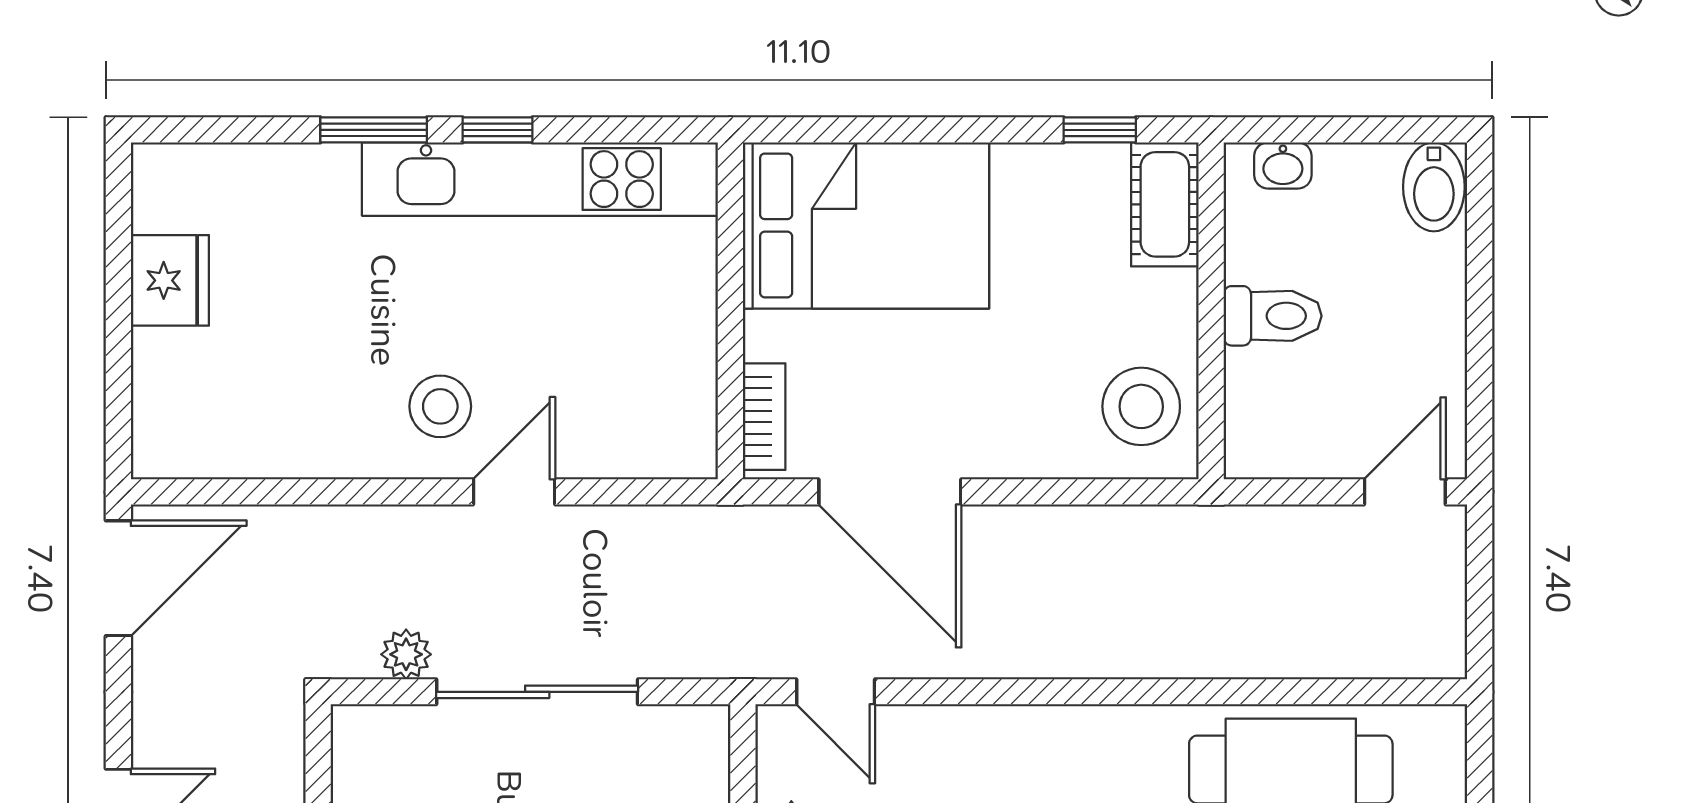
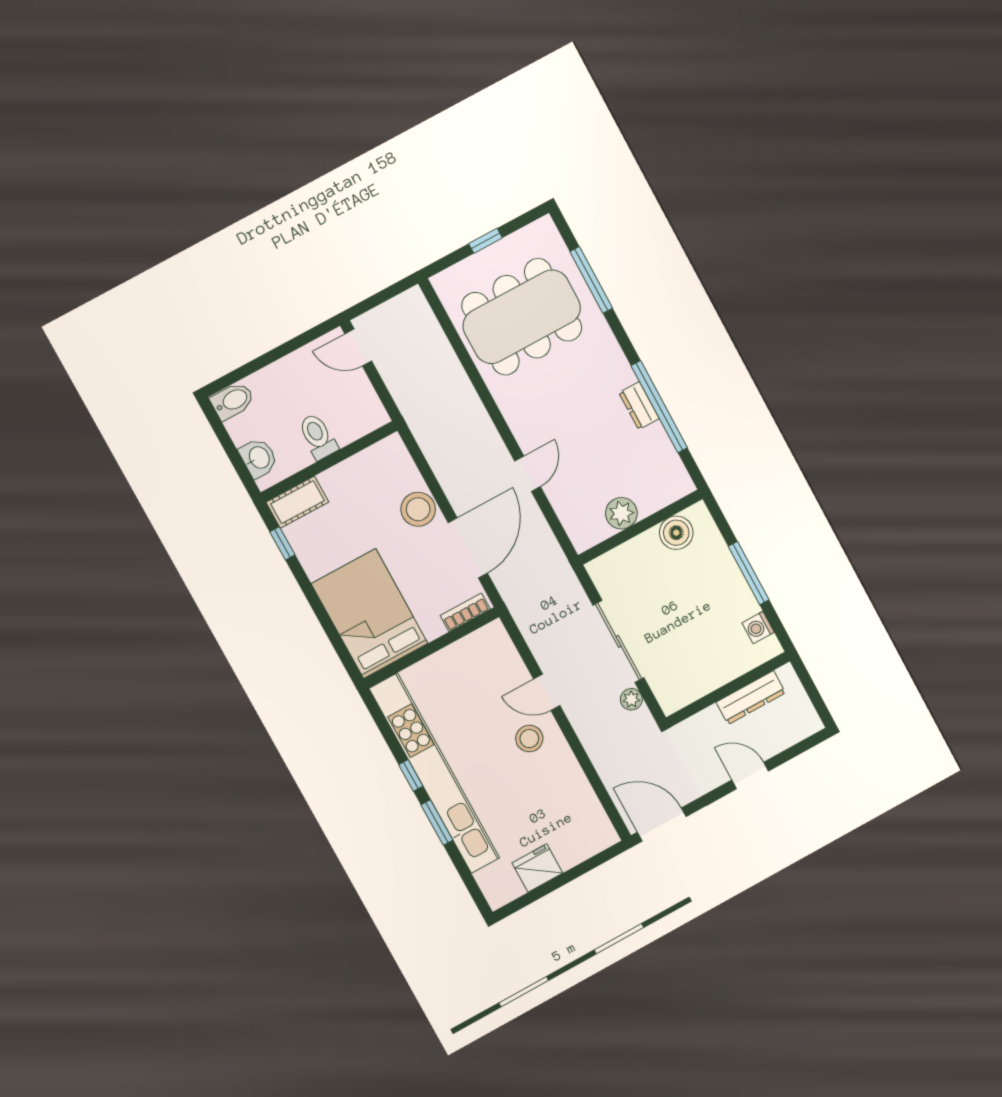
washbasin: (1283, 165) -> (259, 458), width x1.38, depth x1.45
kitchen unit: (540, 179) -> (434, 773), width x1.36
stool: (1141, 406) -> (418, 509), moved
door: (836, 692) -> (528, 474), moved

